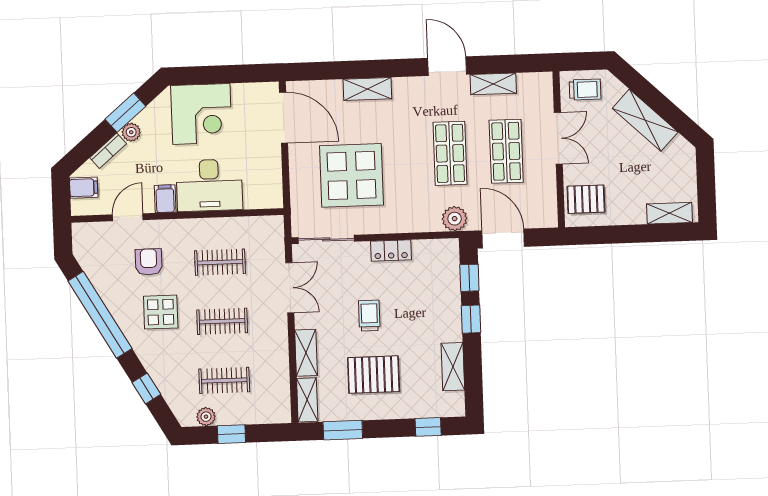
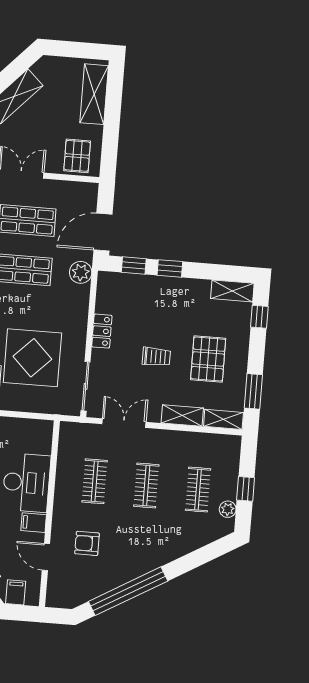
shelving: (670, 213) -> (94, 94), width x1.50, depth x1.33
display table: (161, 312) -> (132, 538), removed
trolley: (369, 316) -> (156, 357), turned 180
shelving: (453, 367) -> (232, 291), moved
window: (146, 388) -> (197, 558), removed

